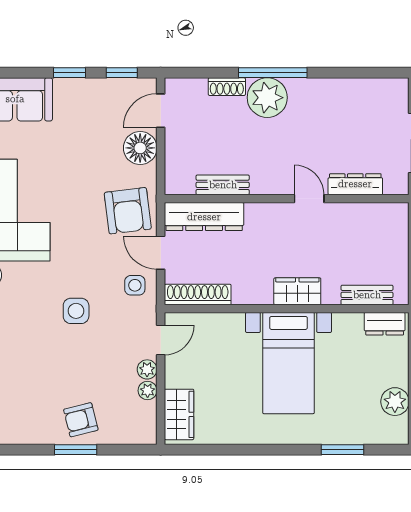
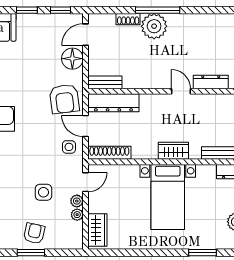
bench: (223, 185) -> (105, 82), moved
side table: (76, 311) -> (43, 192), moved
armchair: (81, 420) -> (34, 233), turned 116

